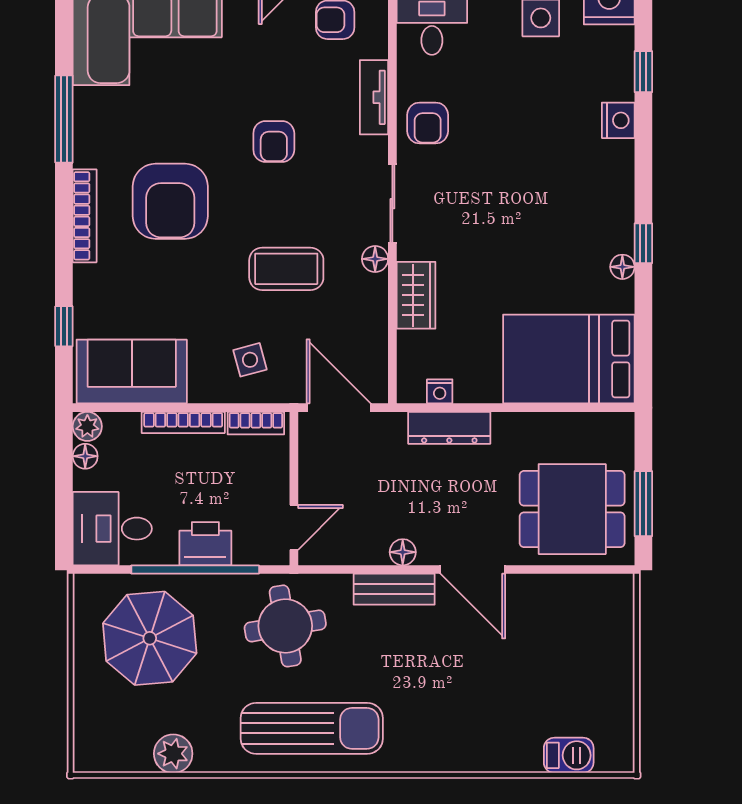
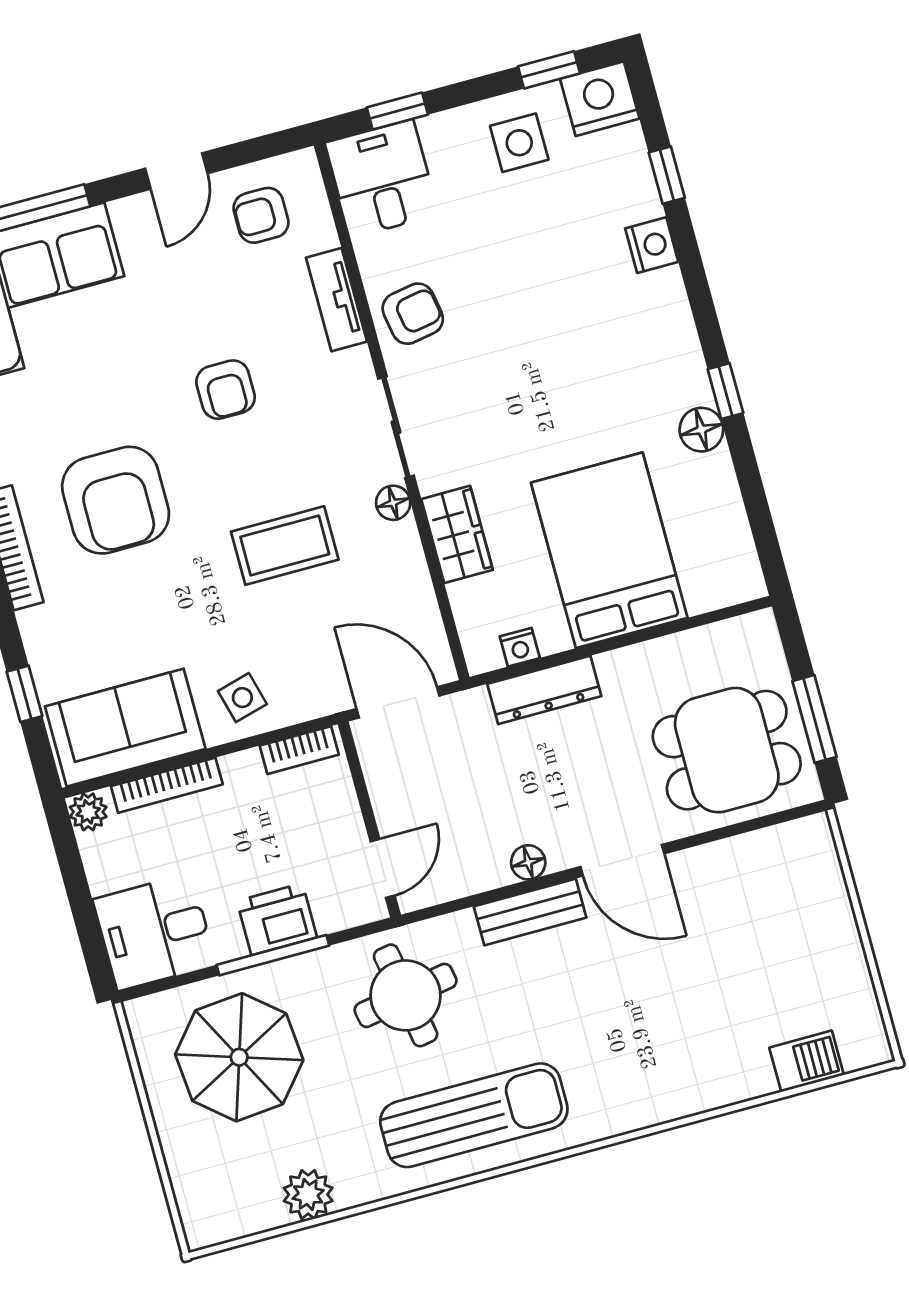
armchair: (428, 123) -> (413, 314), turned -100
floor lamp: (622, 267) -> (701, 430), width x1.37, depth x1.37
bed: (569, 359) -> (609, 550), moved, turned 90
side table: (250, 360) -> (242, 698), moved
bookcase: (183, 422) -> (167, 785), moved
floor lamp: (85, 456) -> (96, 850), removed
window: (195, 570) -> (273, 955), width x0.68

